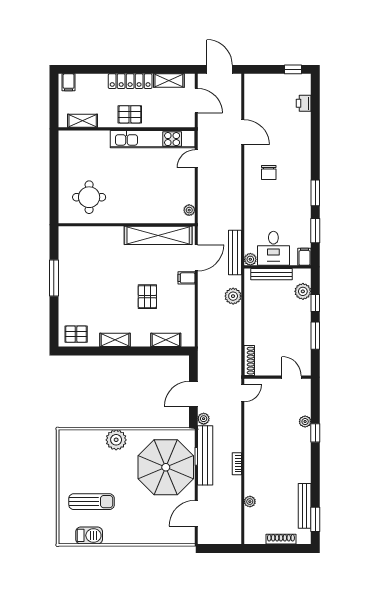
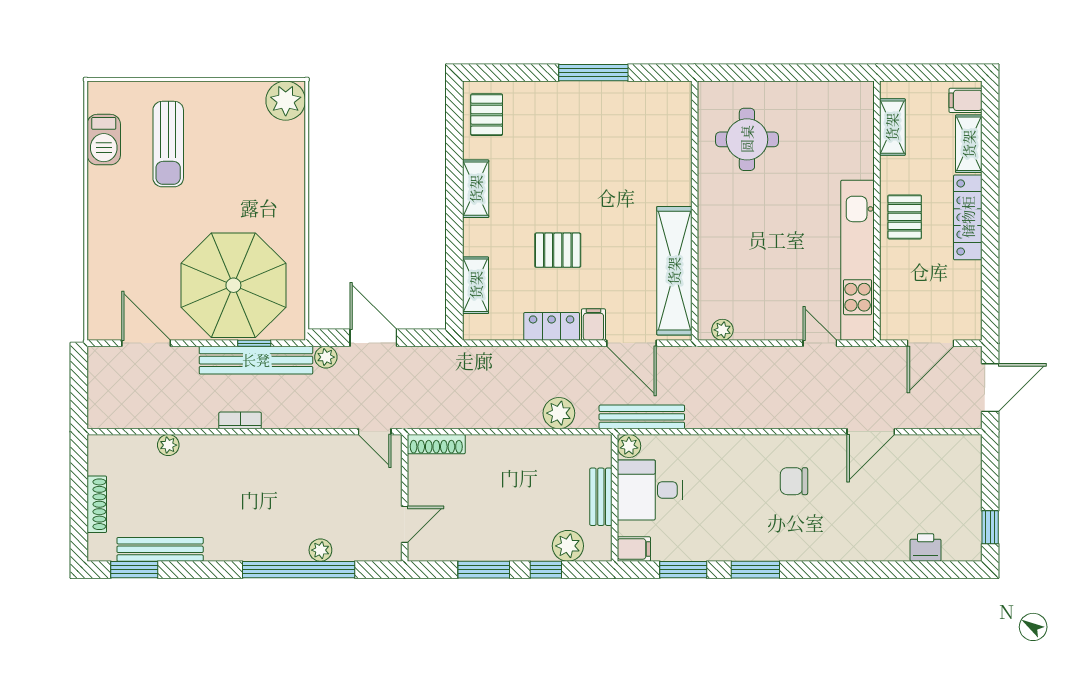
shelving: (169, 81) -> (969, 144), moved
bench: (272, 274) -> (601, 497), width x0.73
locker: (187, 300) -> (552, 326), added
window: (315, 433) -> (299, 570), width x3.17
plant: (116, 440) -> (286, 101), moved

